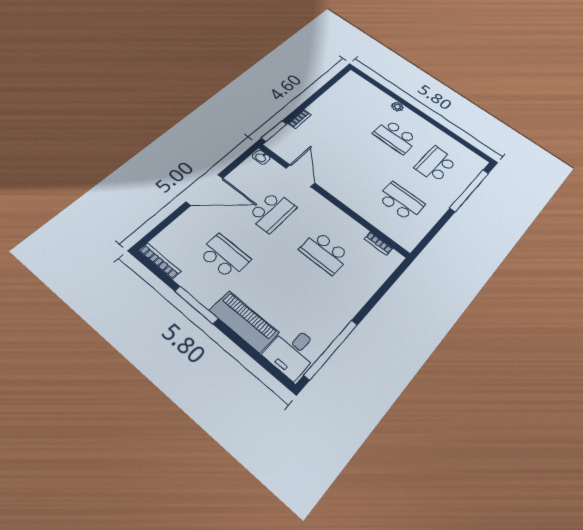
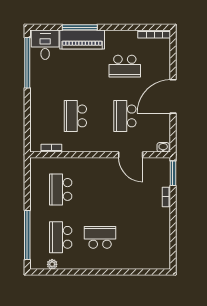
plant: (397, 107) -> (52, 264), moved
school desk: (436, 164) -> (61, 237), turned 180
school desk: (401, 201) -> (61, 189), turned 90
school desk: (325, 253) -> (75, 116), turned -90
window: (196, 305) -> (80, 27), moved

